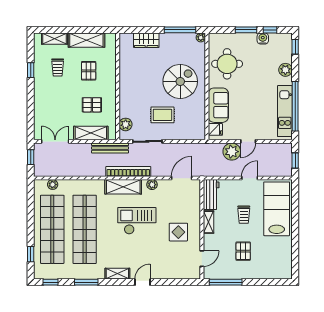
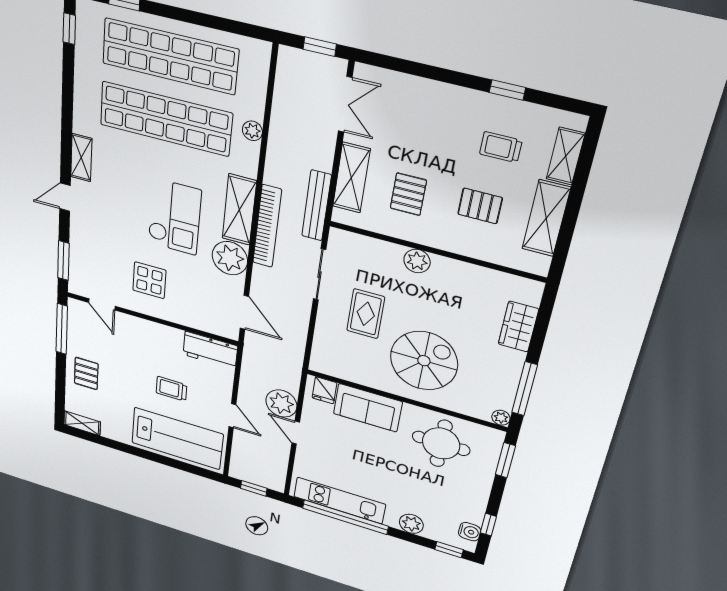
window: (246, 30) -> (505, 460), moved
water cooler: (263, 39) -> (470, 532), moved
spiral stairs: (180, 81) -> (424, 361), turned -90
plant: (126, 124) -> (417, 261), moved
plant: (53, 185) -> (252, 131), moved
plant: (152, 185) -> (230, 258), width x1.88, depth x1.88
shelving: (209, 222) -> (82, 423), moved
pallet: (243, 251) -> (86, 373), moved, turned 90
window: (86, 282) -> (63, 261), moved
door: (143, 282) -> (65, 197), swing flipped

